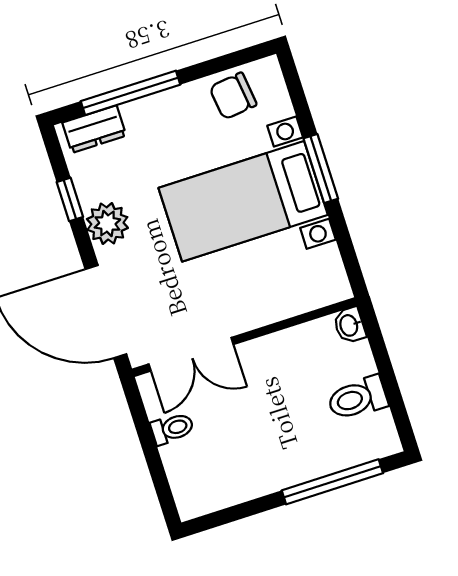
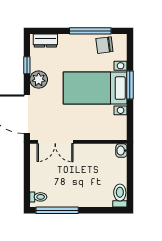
window: (131, 93) -> (90, 31), moved
toilet: (357, 398) -> (120, 196), moved, turned 90
toilet: (172, 429) -> (38, 197), moved
window: (332, 482) -> (57, 210), moved

